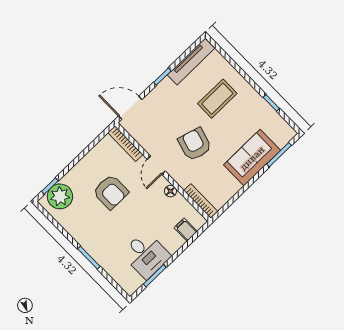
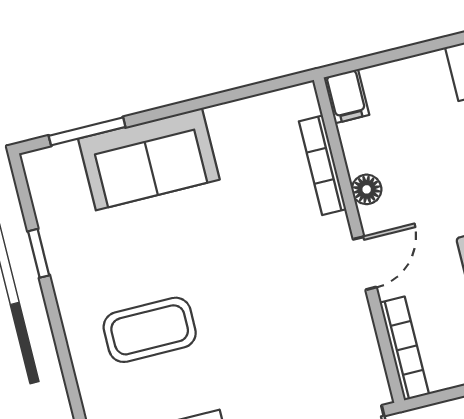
armchair: (195, 144) -> (255, 260), removed
bookcase: (201, 201) -> (323, 165), moved
filing cabinet: (186, 230) -> (346, 96), moved

